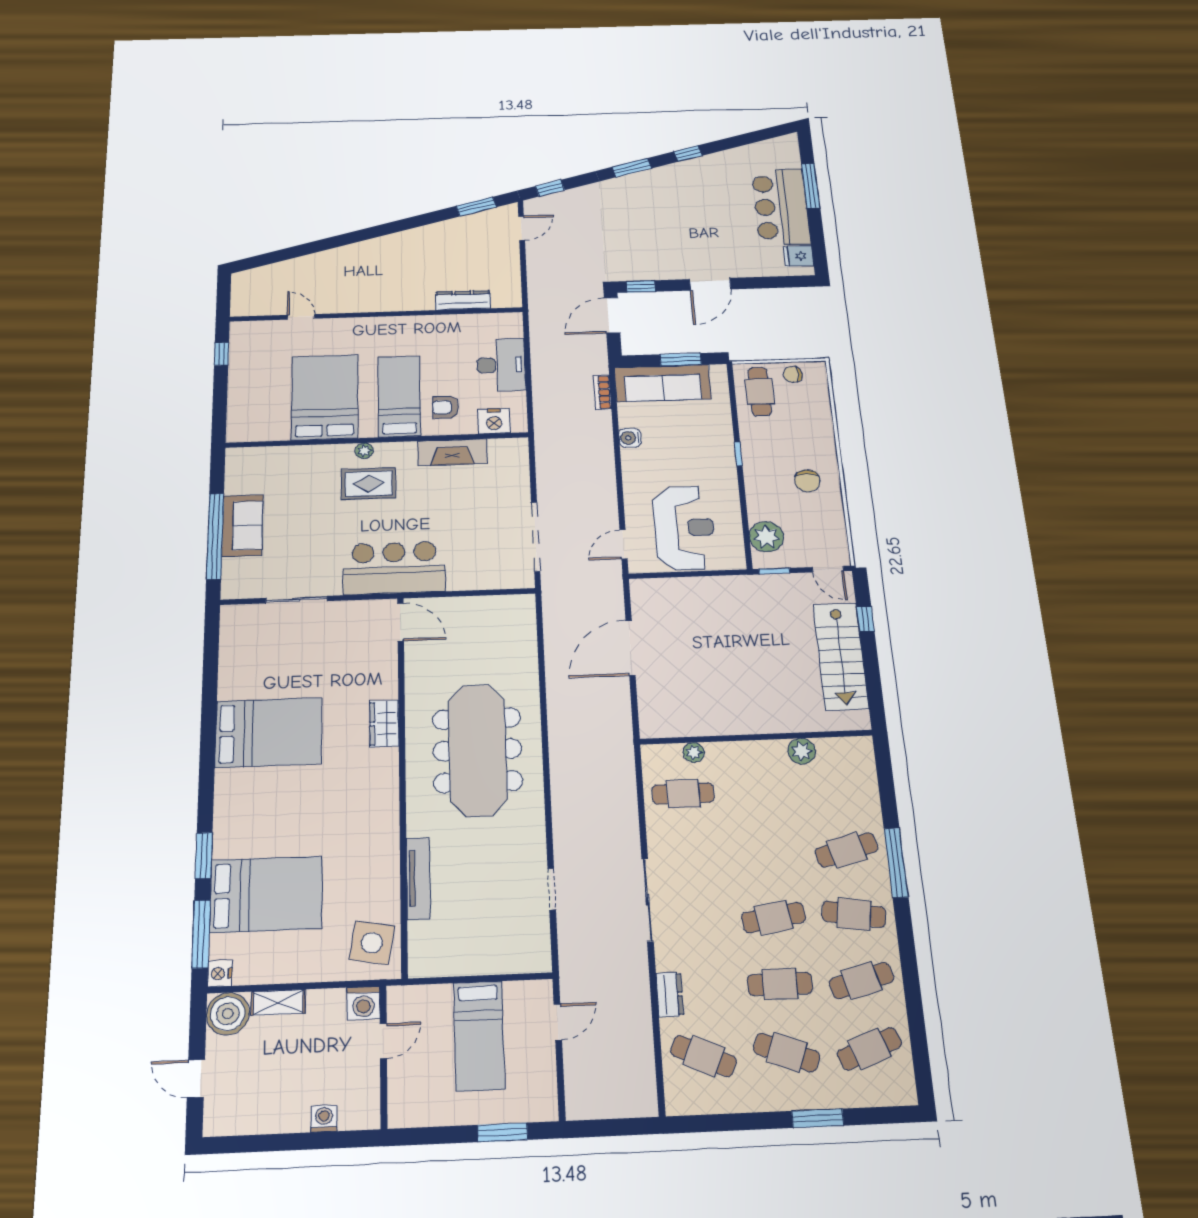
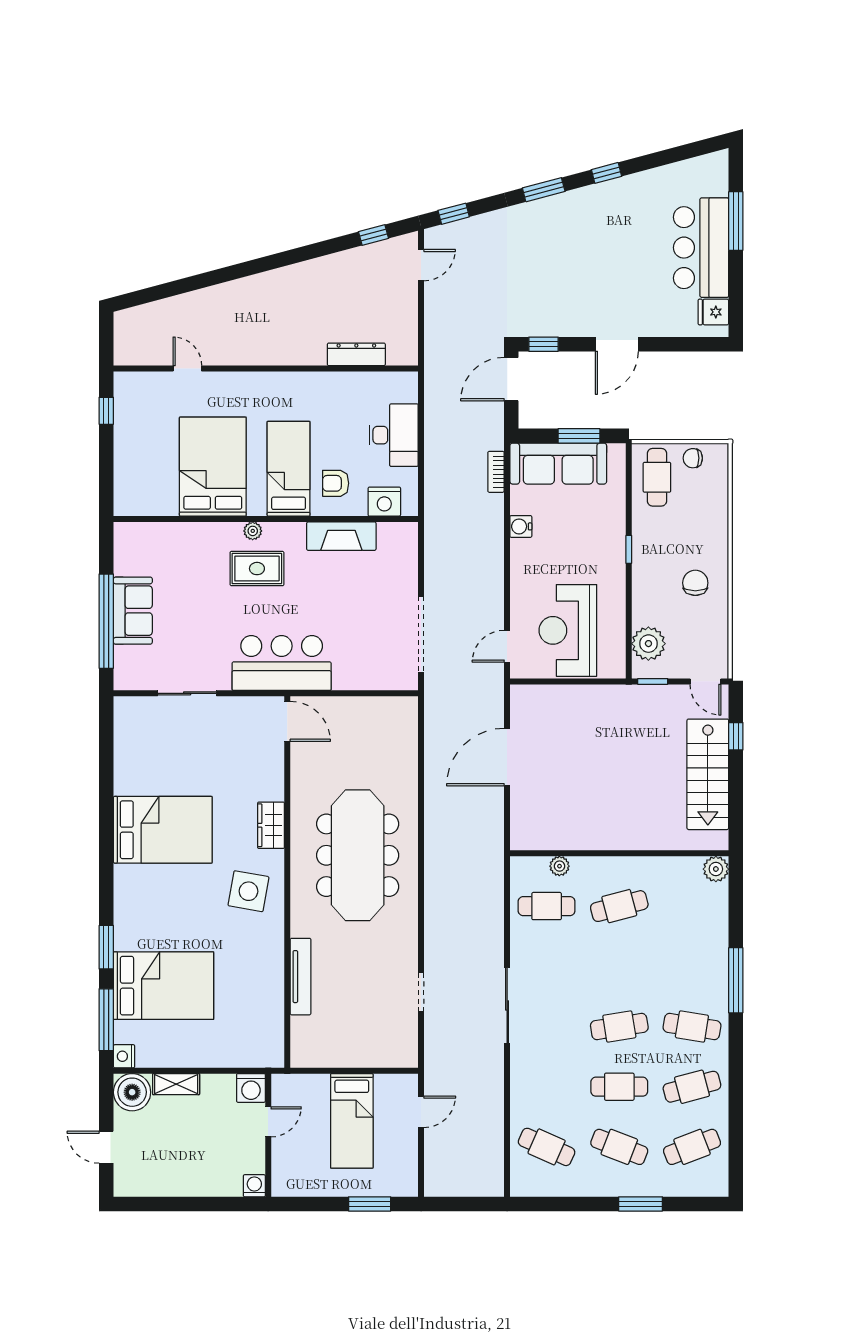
window: (476, 207) -> (374, 235), width x0.67
chair: (807, 481) -> (695, 583), turned 180
reception desk: (684, 528) -> (568, 630), turned 180
plant: (802, 751) -> (716, 869), moved
cafe table: (847, 850) -> (619, 906), moved
side table: (372, 943) -> (248, 891), moved
dresser: (670, 994) -> (521, 1092), removed
washing machine: (324, 1118) -> (254, 1186), moved

